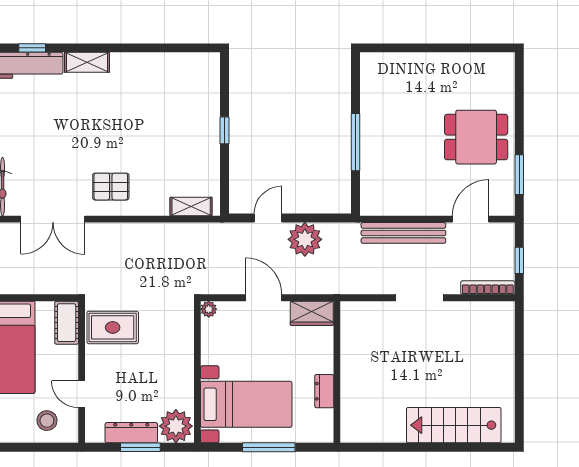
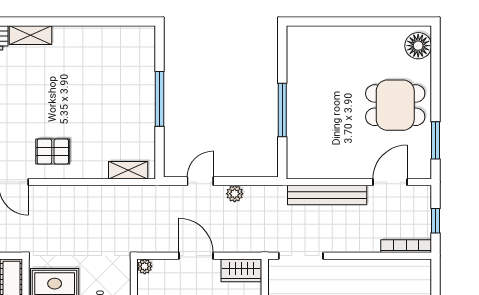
floor lamp: (501, 74) -> (418, 46), added
window: (225, 130) -> (159, 99), width x2.17
plant: (305, 239) -> (235, 194), width x0.53, depth x0.53
doorway: (419, 298) -> (301, 256), moved

